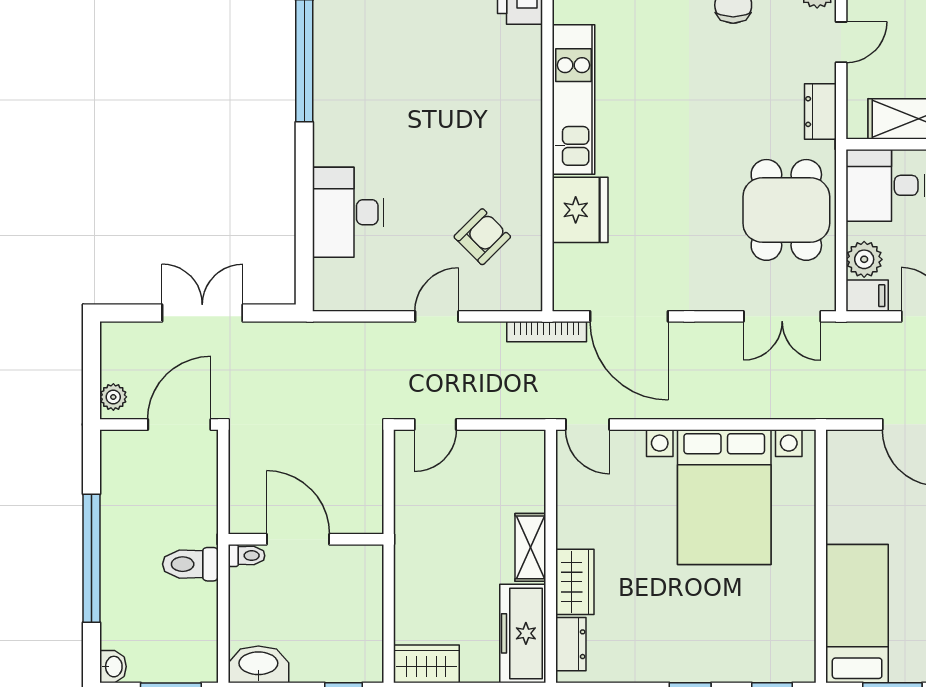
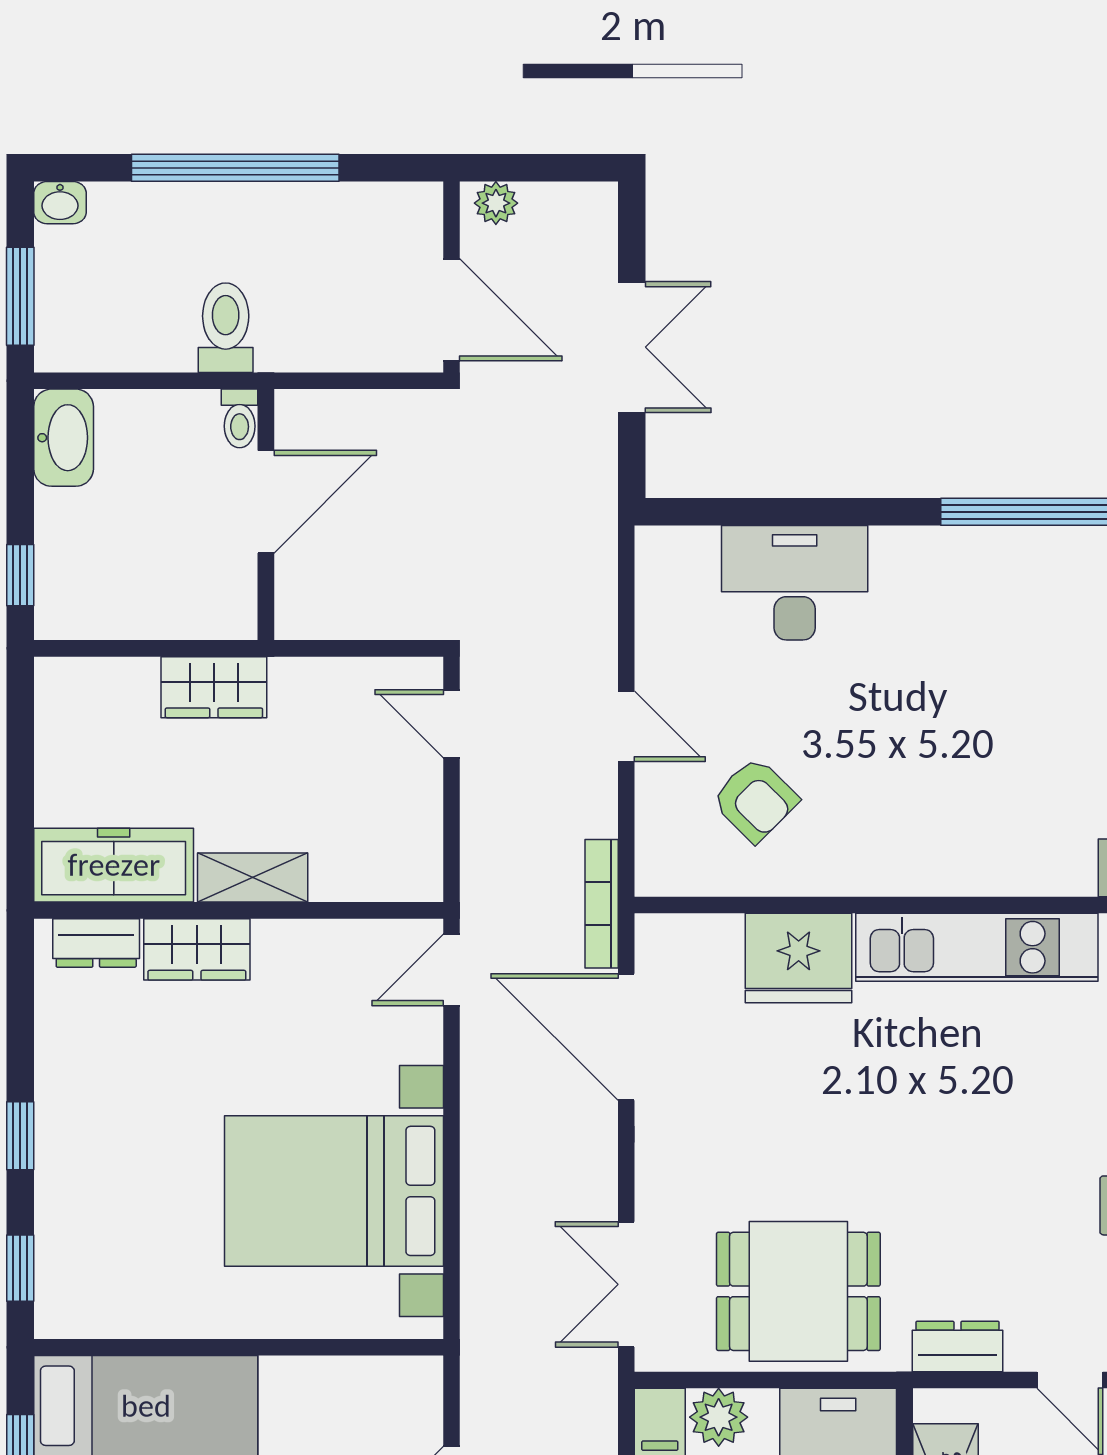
door: (629, 316) -> (626, 1037), hinge flipped
wardrobe: (426, 664) -> (214, 687), moved, turned 90

